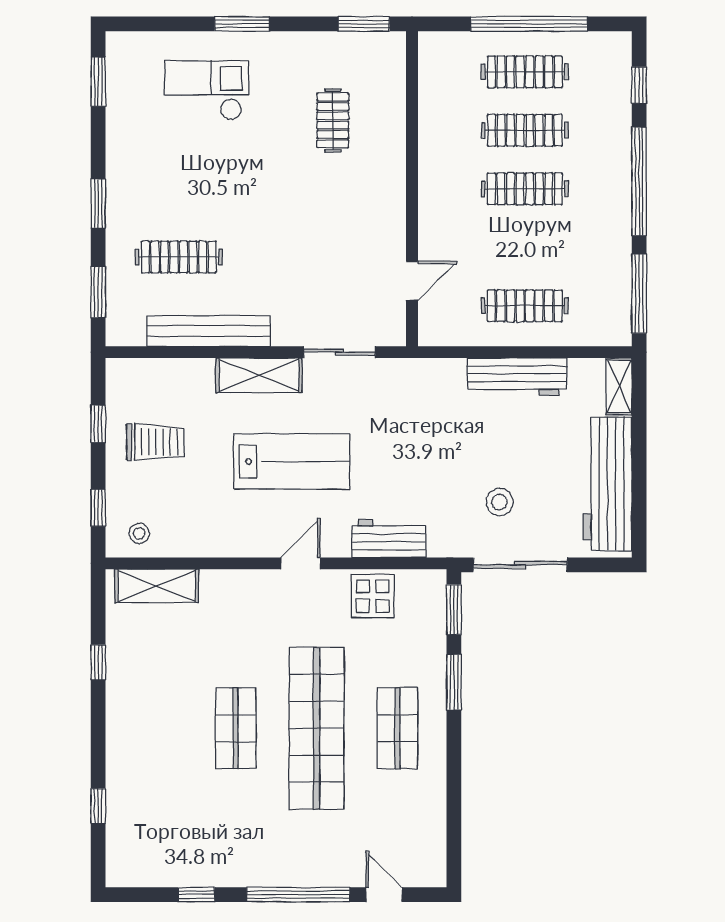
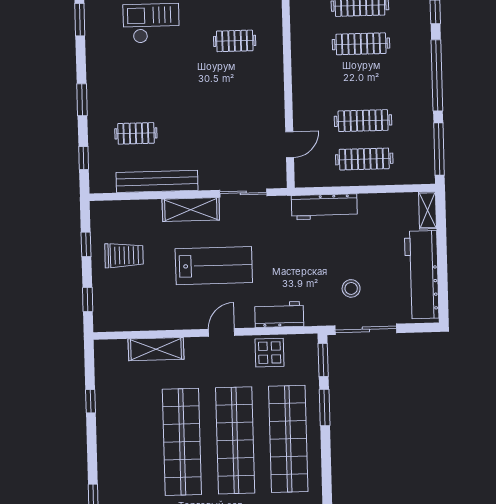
clothes rail: (333, 121) -> (235, 41), turned 90
clothes rail: (525, 189) -> (363, 121), moved
clothes rail: (179, 257) -> (136, 133), width x0.73
window: (98, 292) -> (84, 158), width x0.67
workbench: (517, 377) -> (324, 207), moved
stool: (139, 533) -> (115, 316), removed
shelving: (157, 586) -> (156, 349), moved
shop shelf: (236, 728) -> (182, 442), width x2.00, depth x1.36
shop shelf: (397, 728) -> (288, 439), width x2.00, depth x1.36

